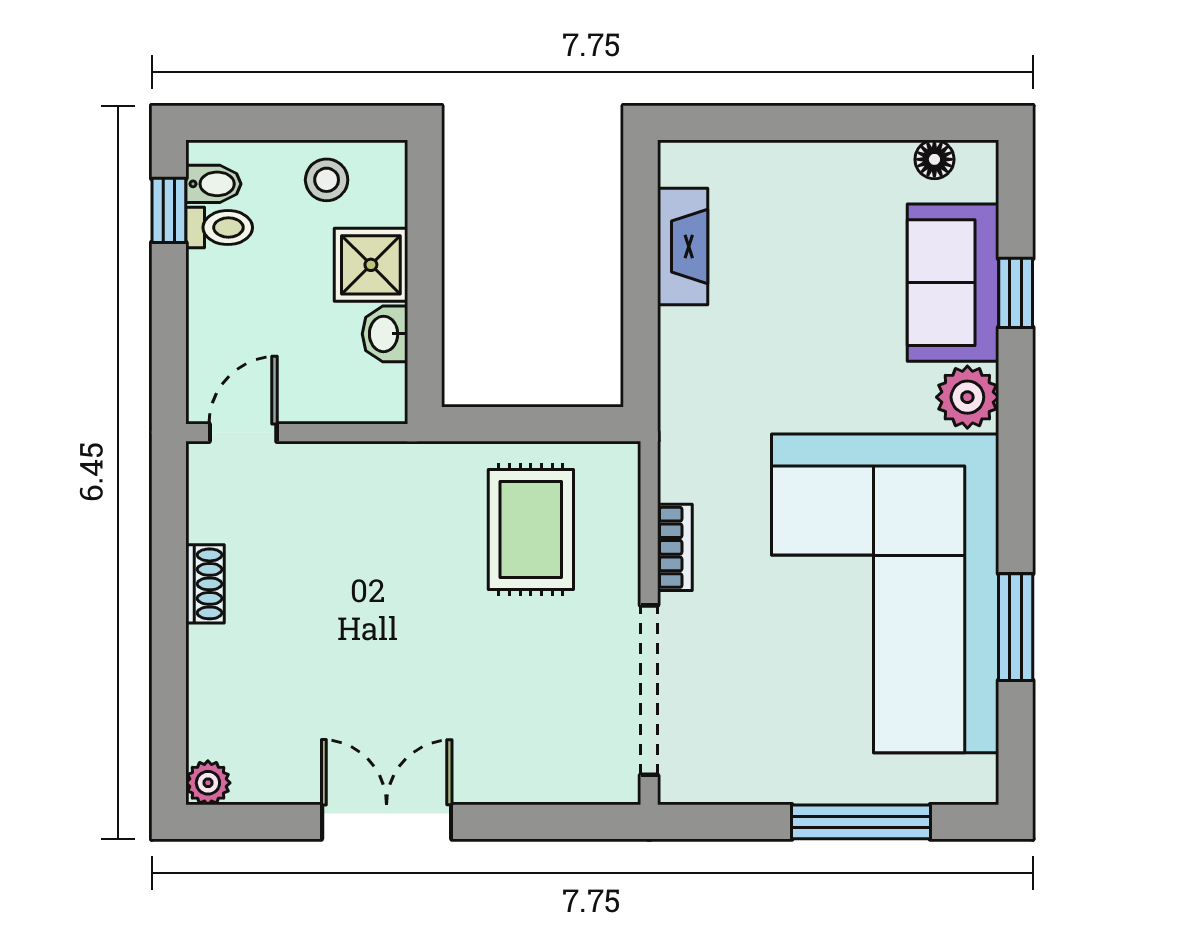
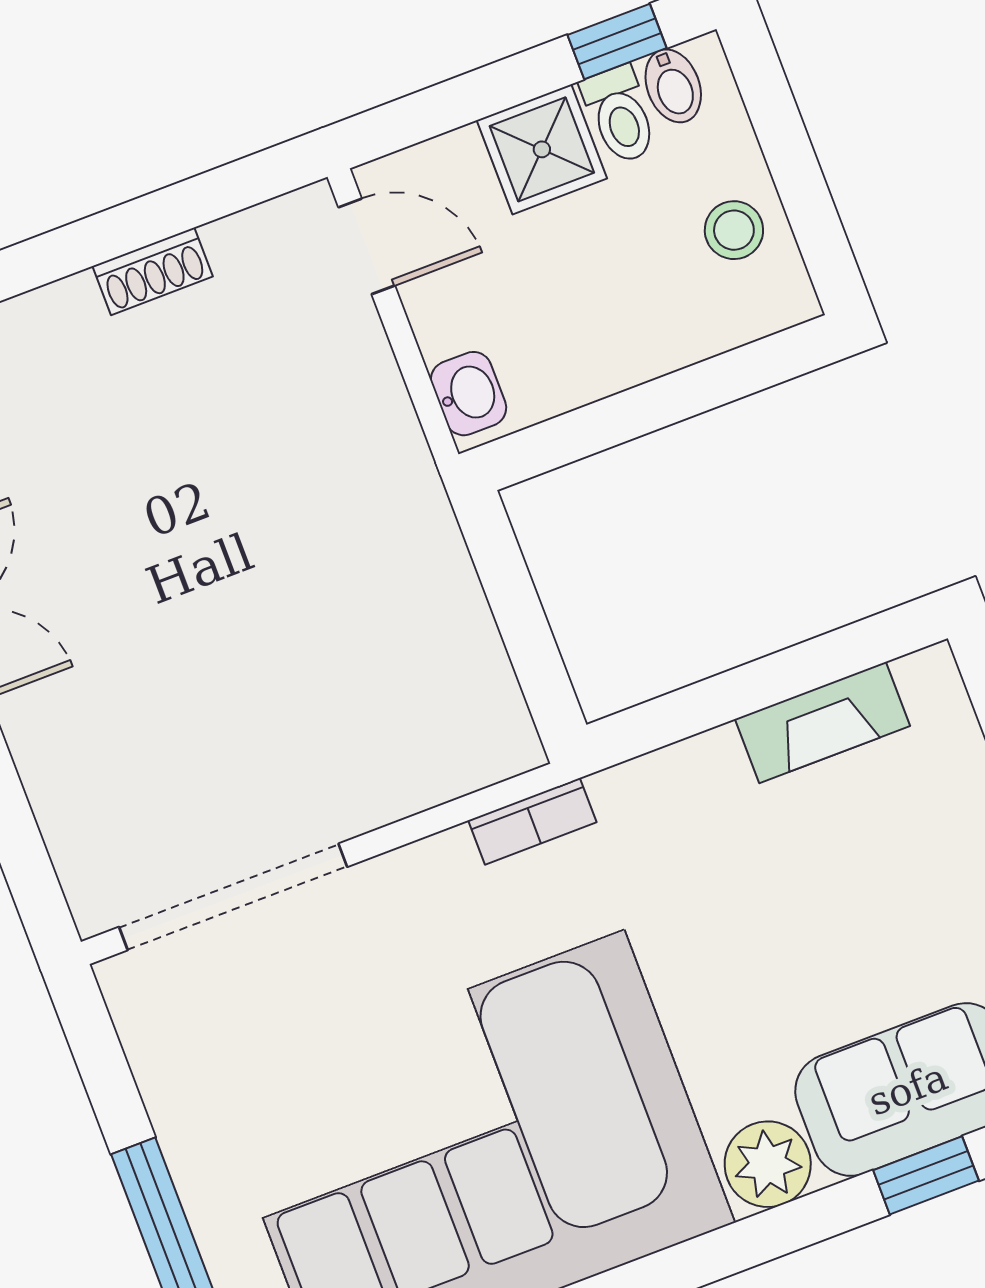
shower: (371, 265) -> (542, 149), moved
washbasin: (385, 334) -> (469, 394), moved, turned 90
rug: (531, 530) -> (383, 665), removed
bookcase: (675, 547) -> (532, 821), moved

